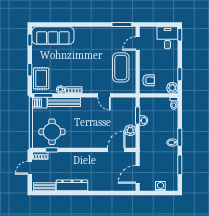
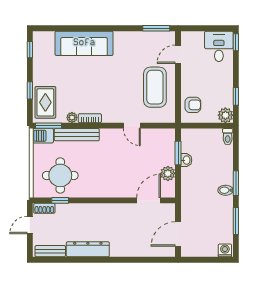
sofa: (53, 36) -> (84, 43), moved
washing machine: (160, 186) -> (225, 250), moved

